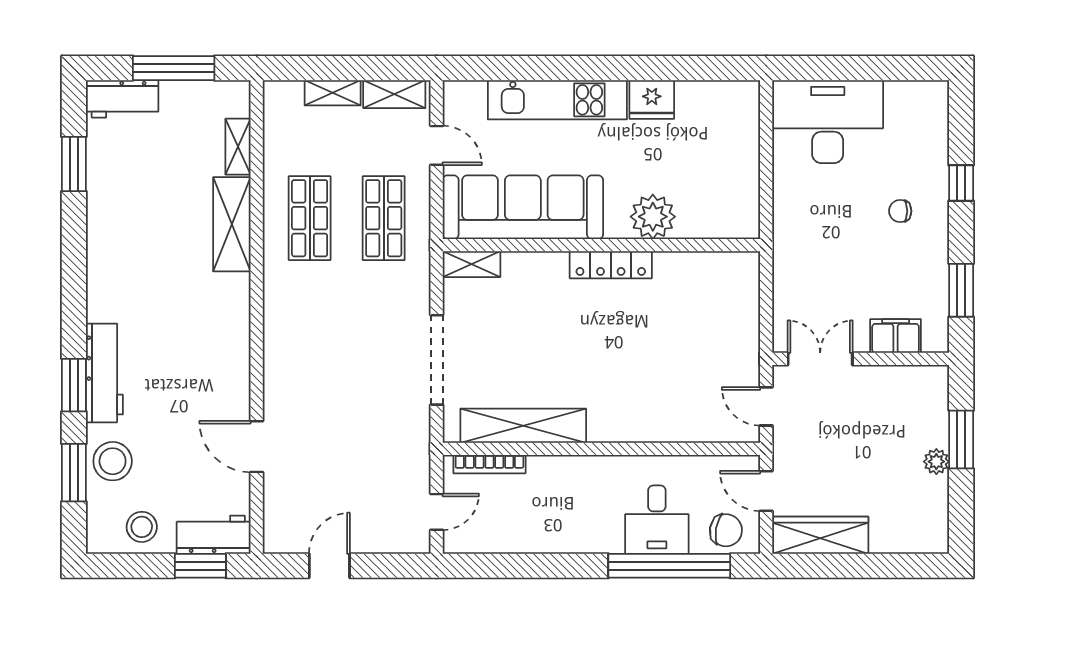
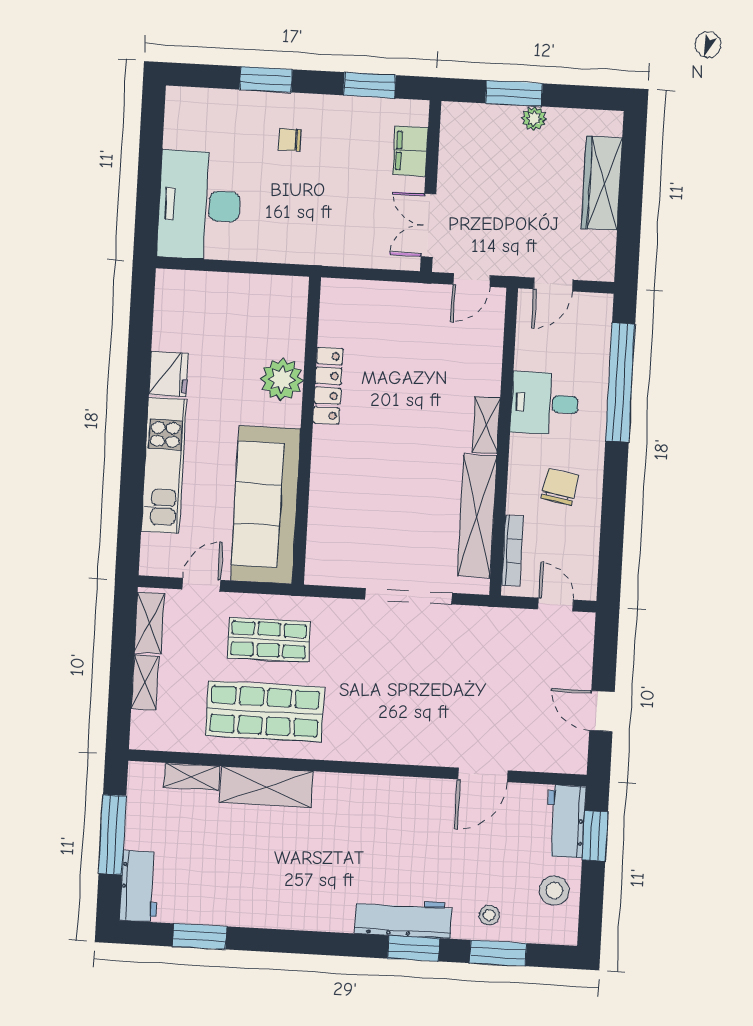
window: (961, 183) -> (266, 79), width x1.50
chair: (900, 211) -> (290, 140), turned 90
shop shelf: (310, 218) -> (265, 711), width x1.43, depth x1.36
shelving: (471, 264) -> (486, 425), moved
locker: (611, 265) -> (328, 386), moved
stool: (113, 461) -> (489, 915), width x0.53, depth x0.53
desk: (657, 520) -> (545, 403), moved, turned 180
chair: (726, 530) -> (560, 487), moved
wardrobe: (820, 535) -> (602, 183), moved

